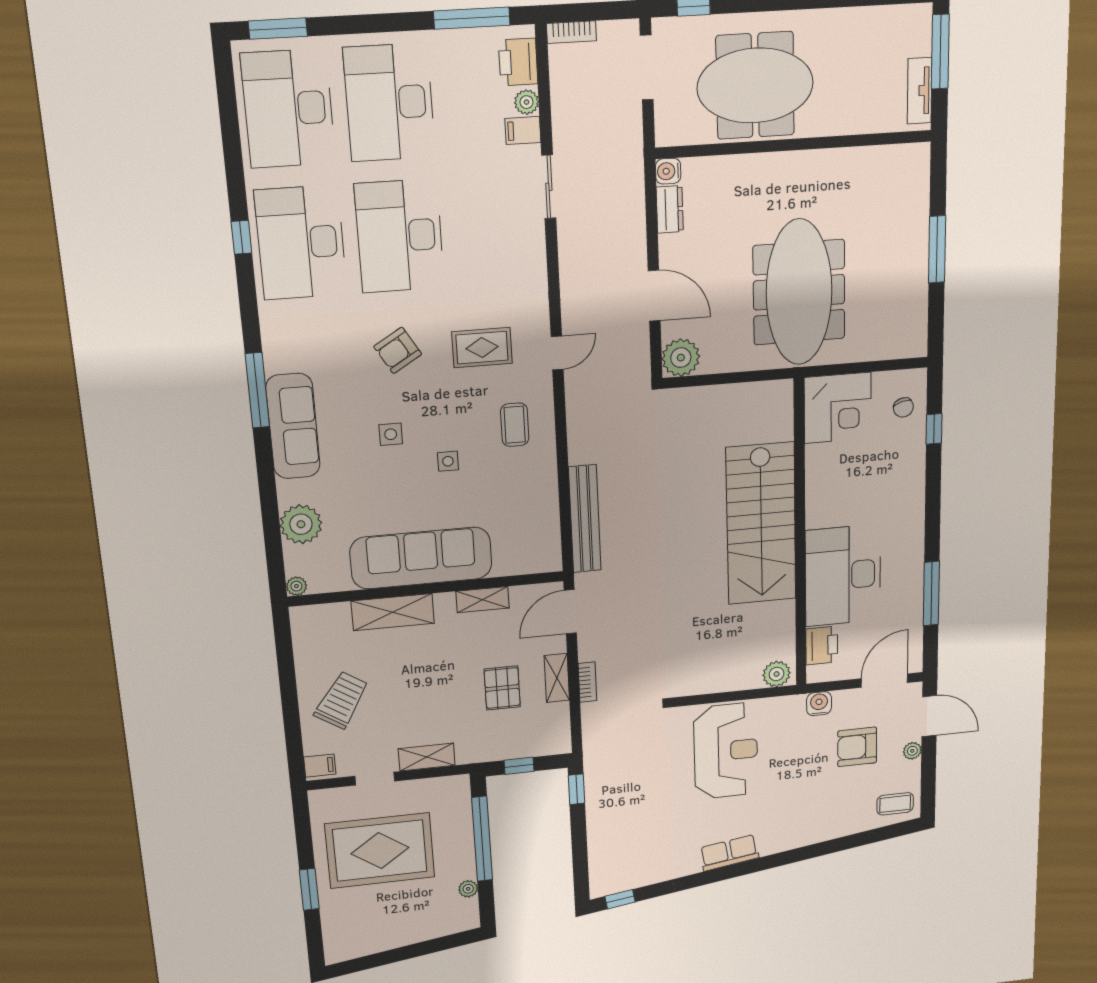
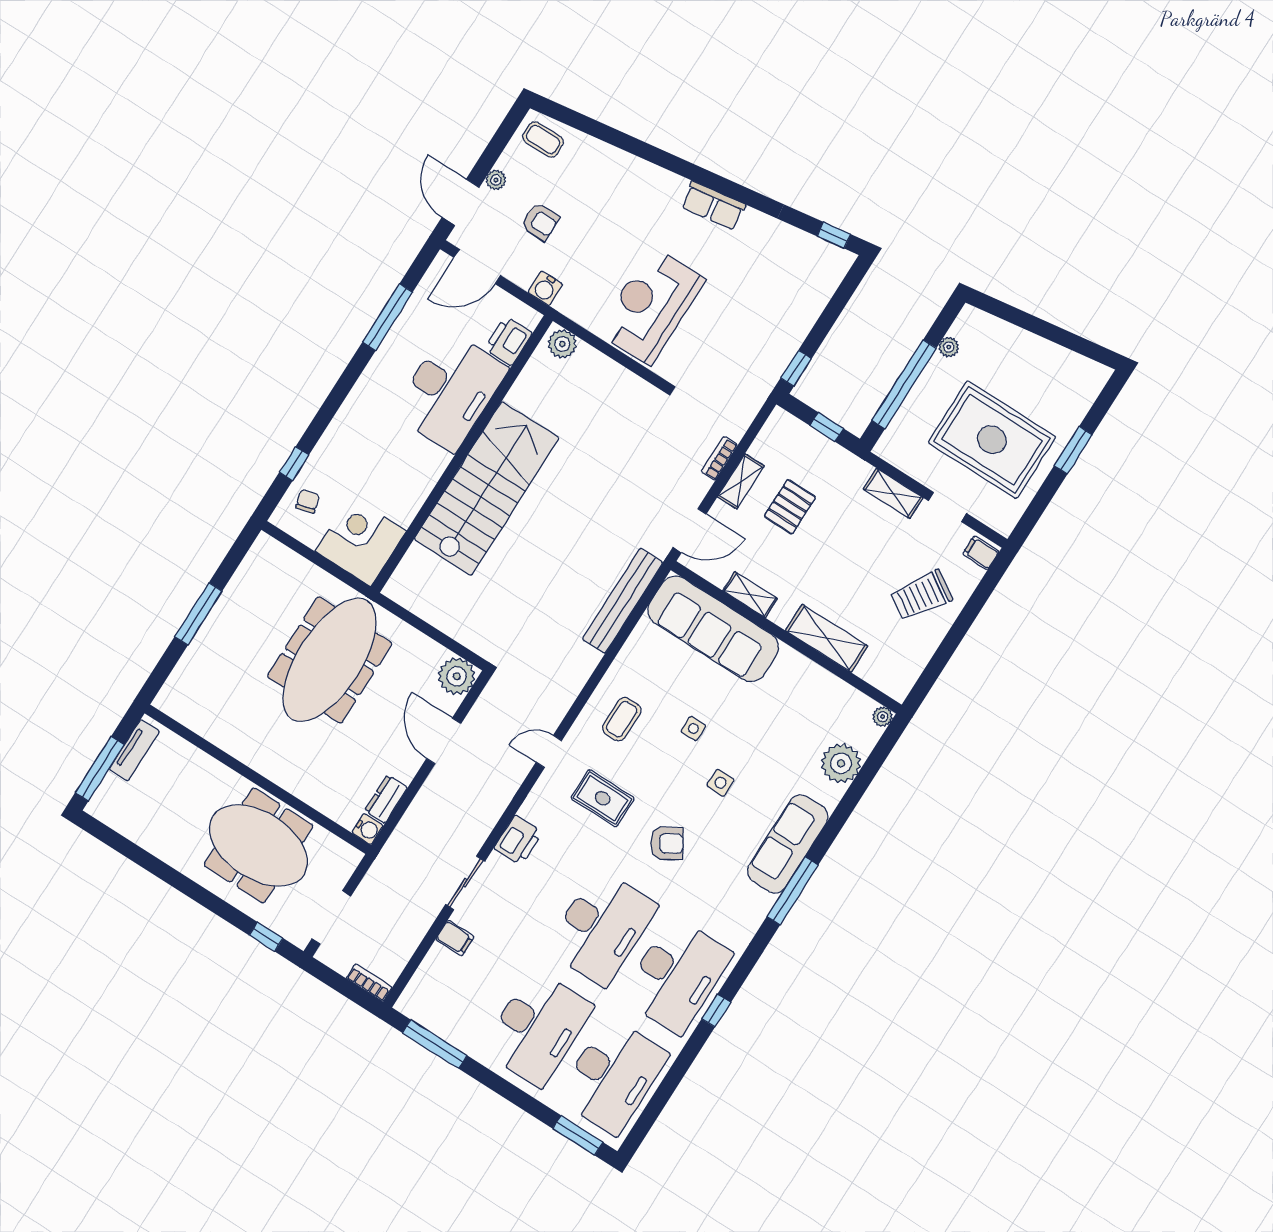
printer: (518, 62) -> (518, 840), moved
plant: (527, 102) -> (438, 957), removed
sofa: (421, 558) -> (713, 629), moved
armchair: (857, 747) -> (540, 221), width x0.72, depth x0.72

